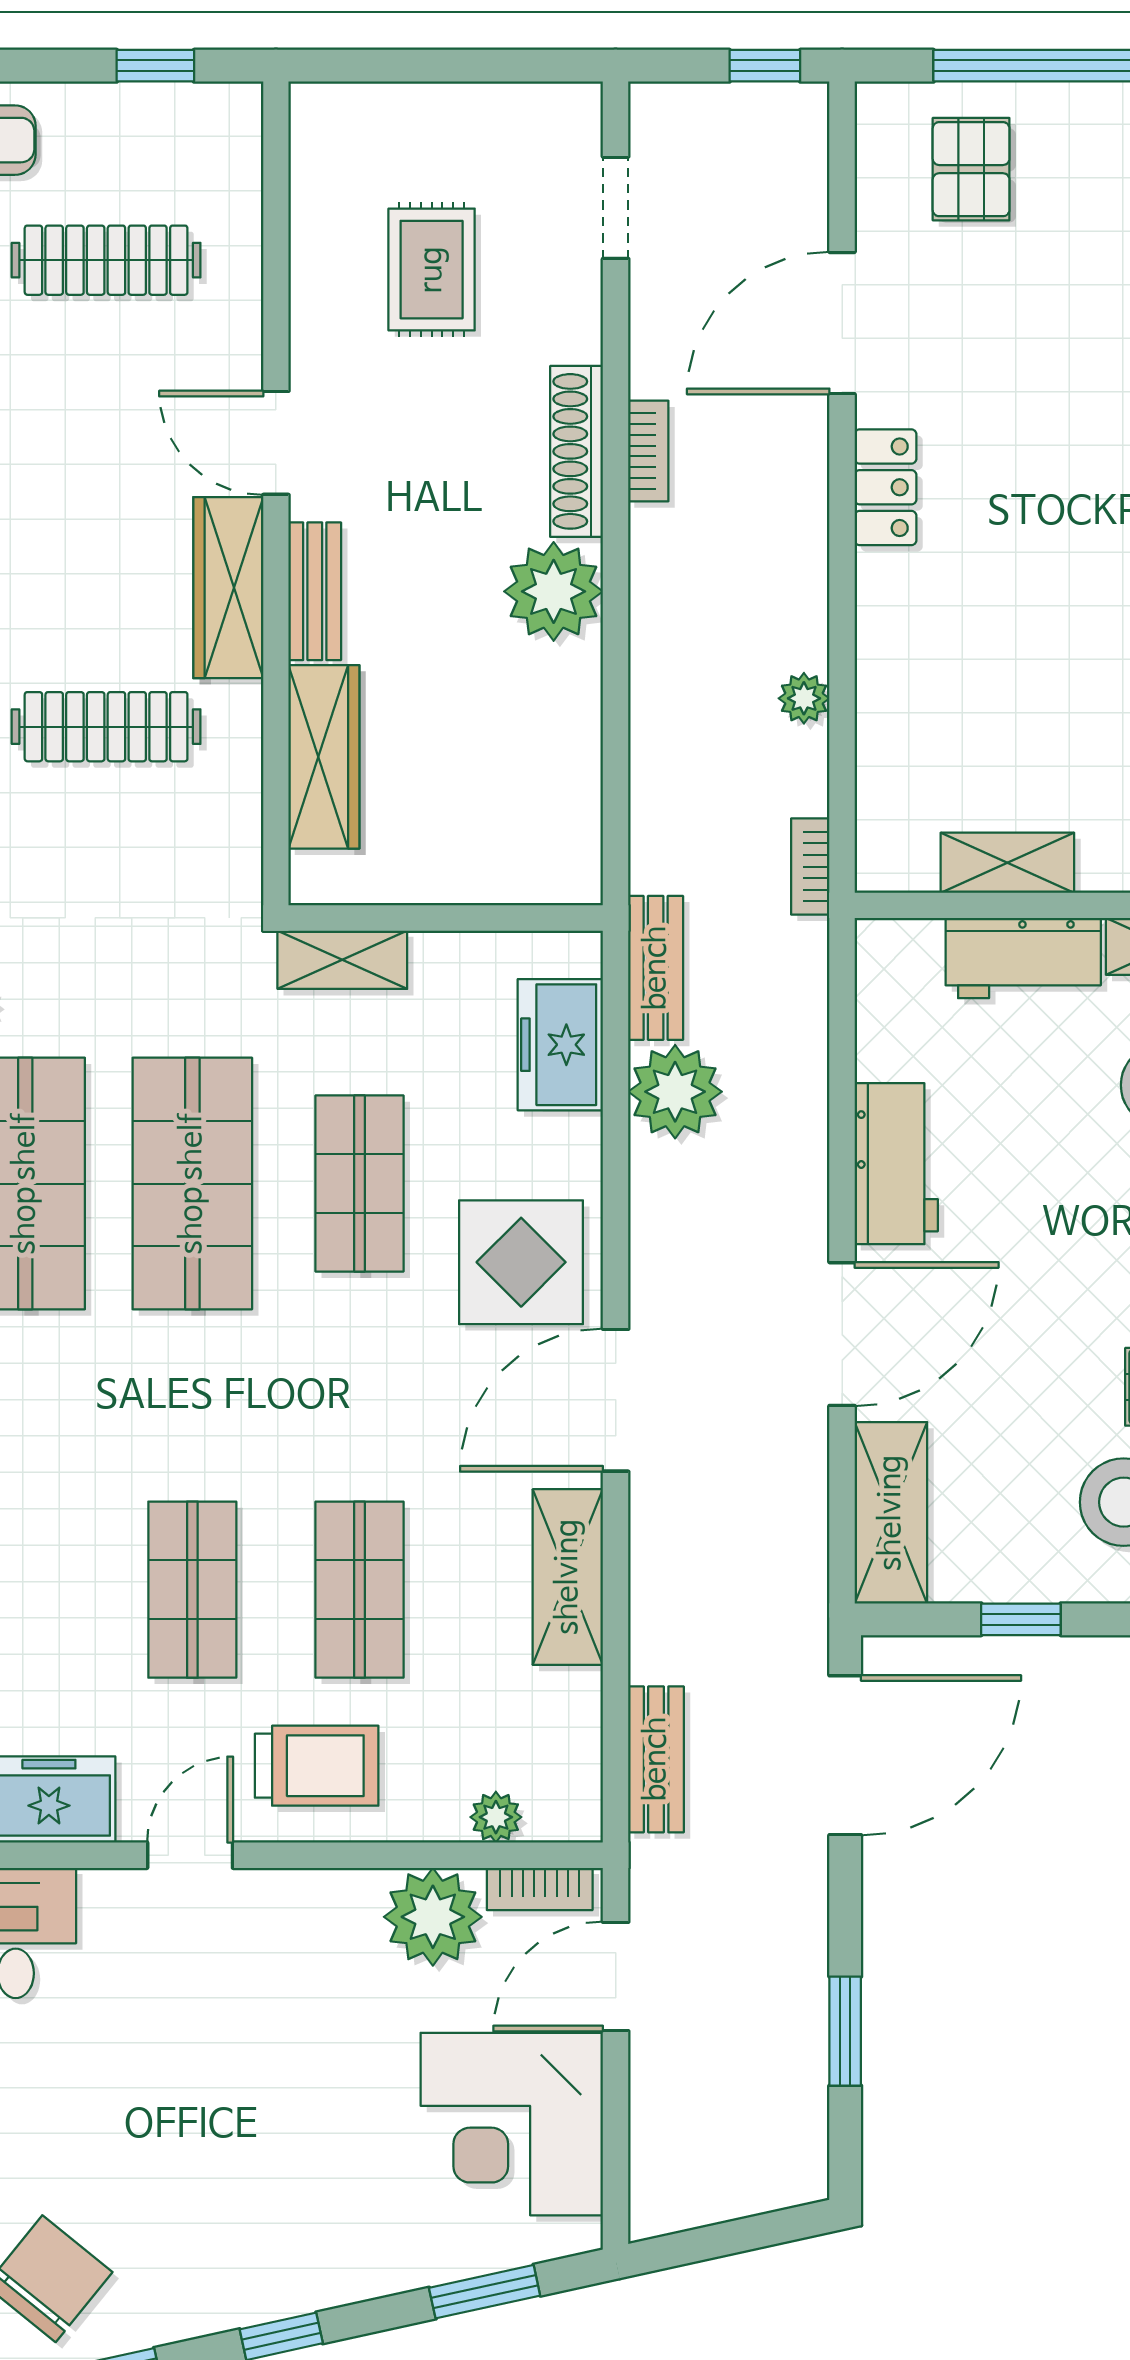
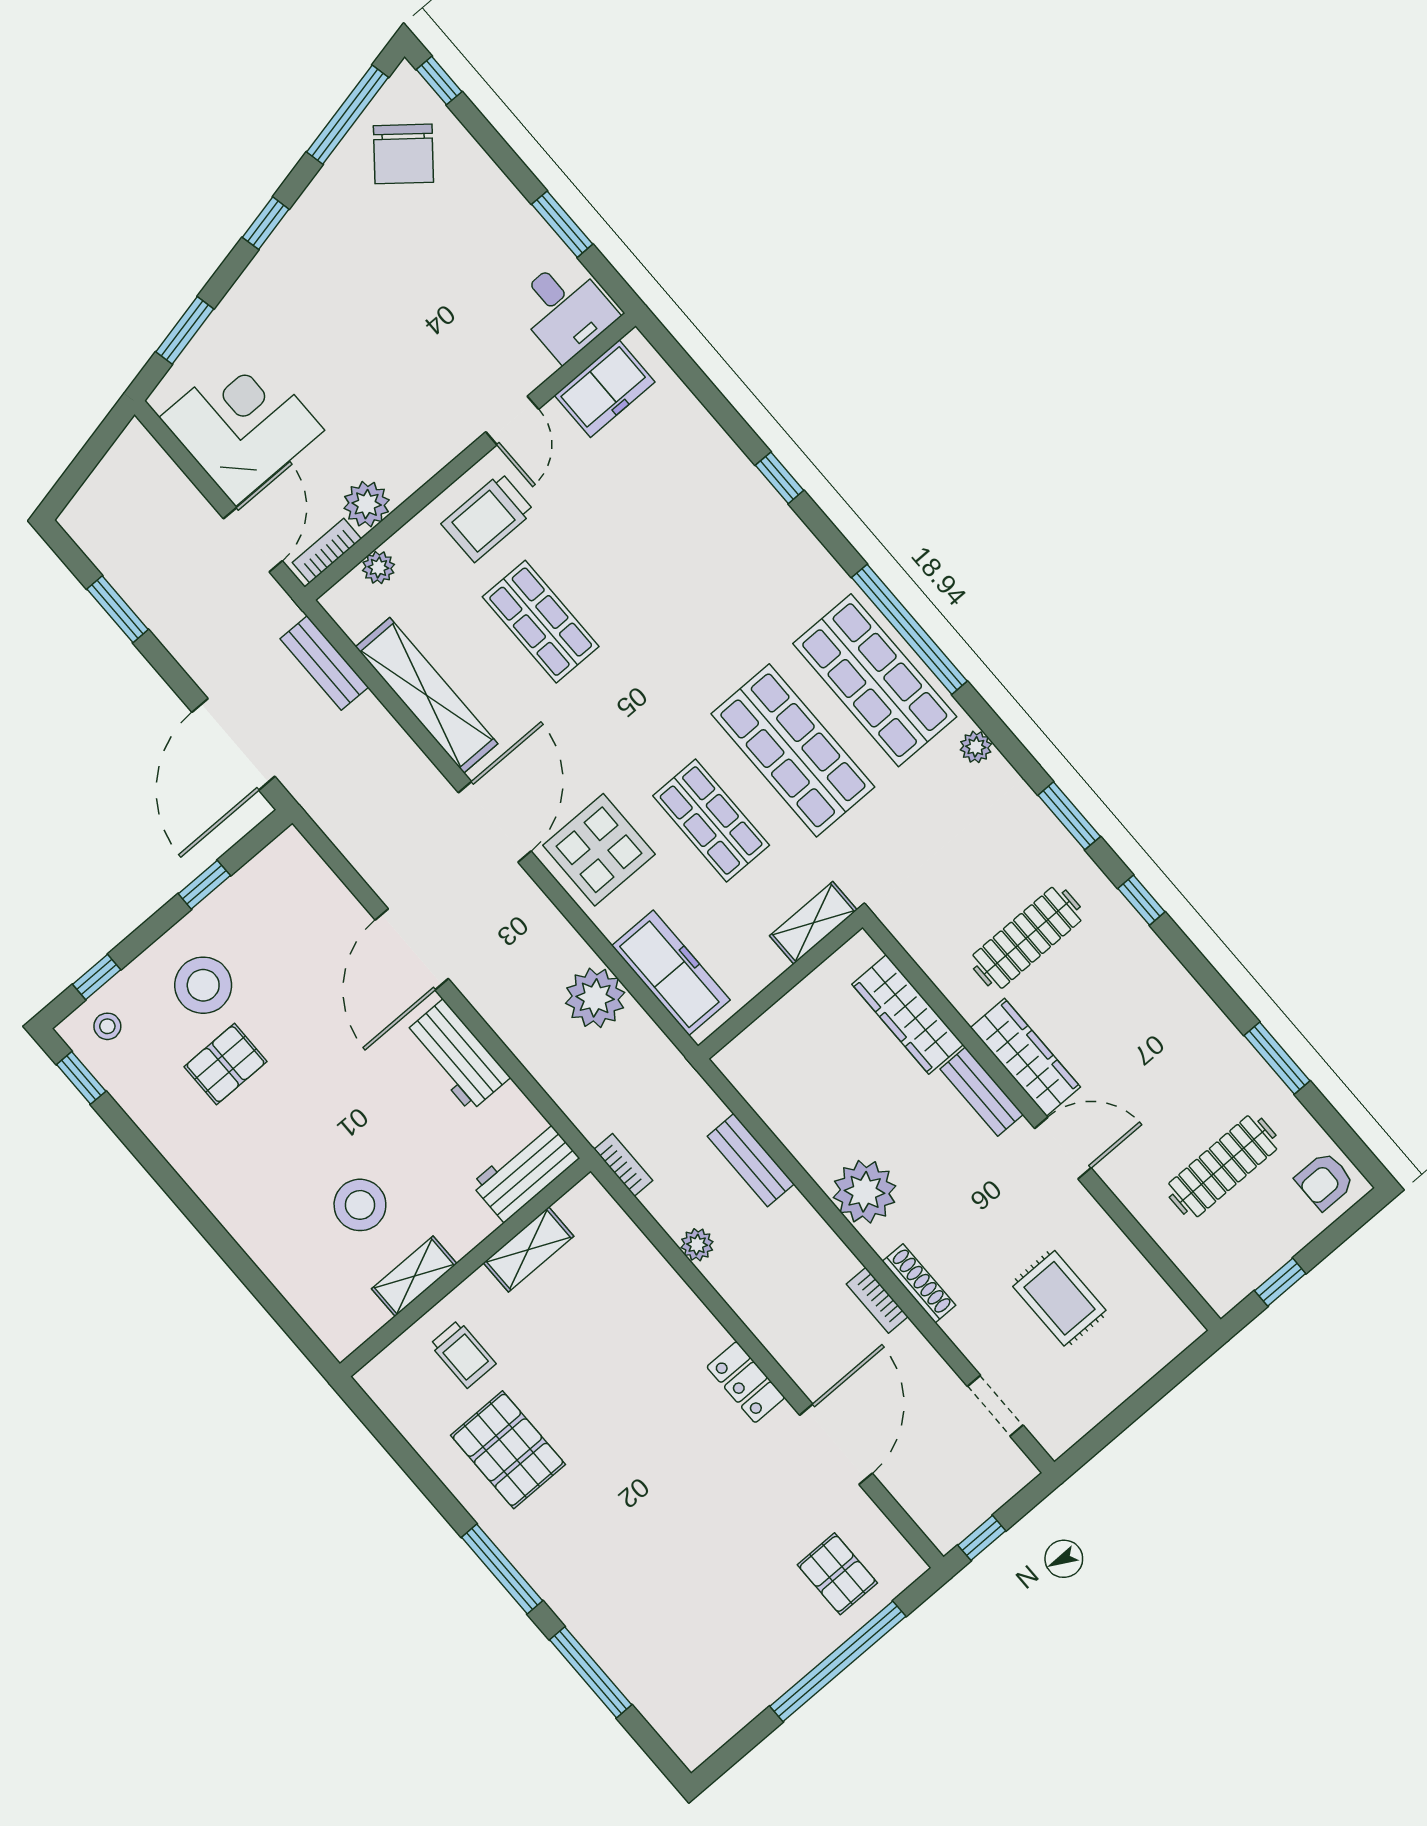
shoe rack: (577, 451) -> (919, 1283), width x0.74, depth x0.81
workbench: (1023, 958) -> (525, 1171), moved
bench: (656, 968) -> (751, 1160), moved
freezer: (560, 1045) -> (671, 973), width x1.40
shelving: (891, 1513) -> (313, 882), removed
shelving: (568, 1577) -> (427, 695), width x1.47
shop shelf: (192, 1590) -> (623, 551), removed
plant: (433, 1917) -> (367, 504), width x0.73, depth x0.73

